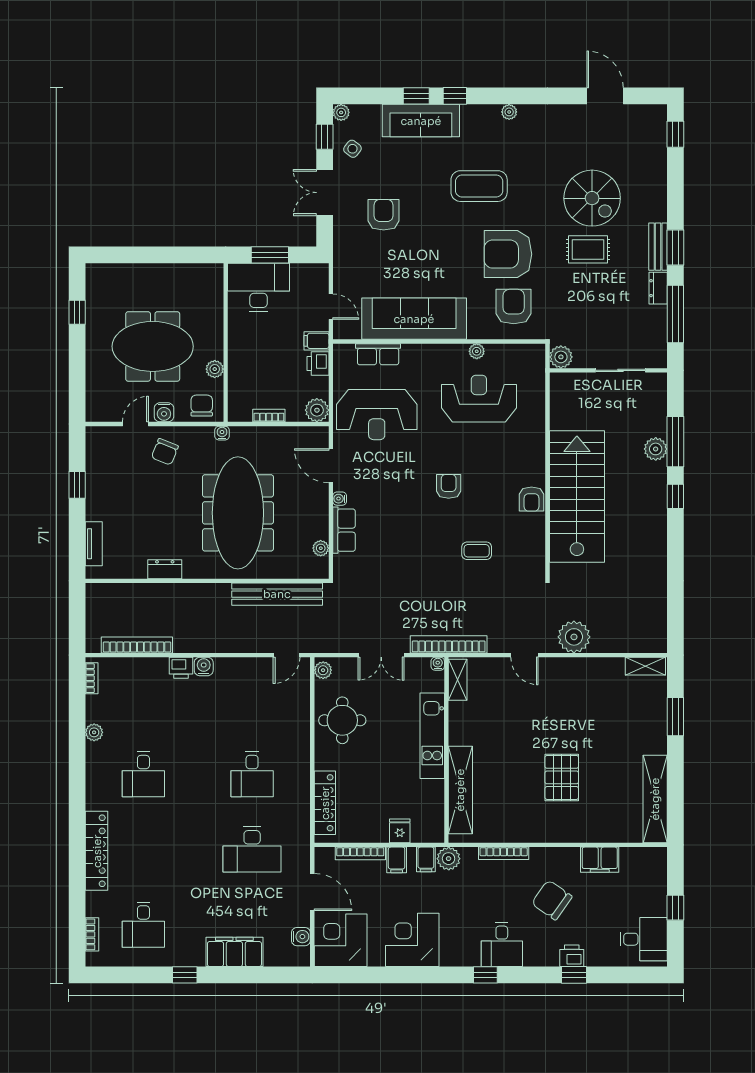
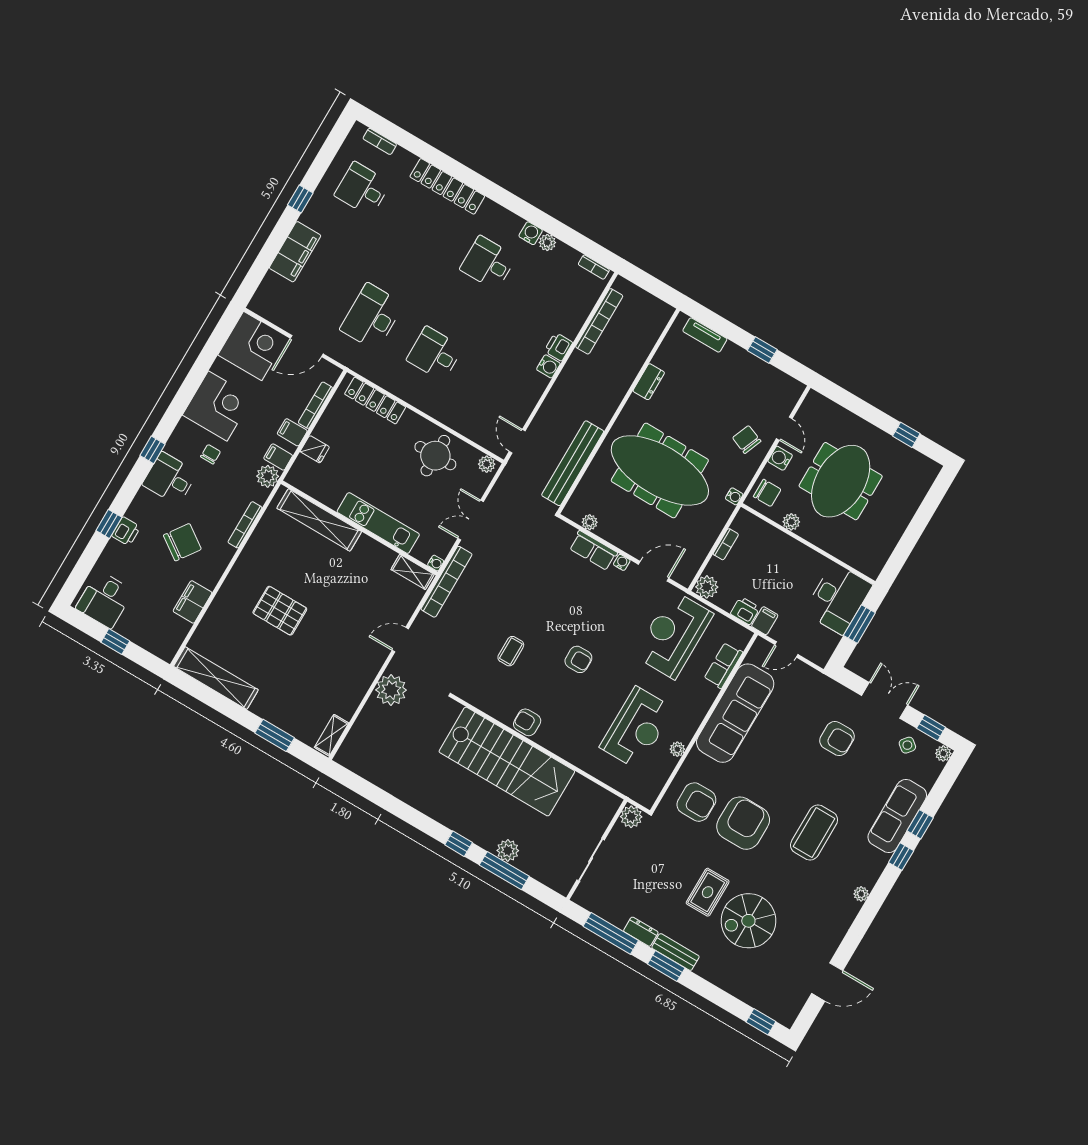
chair: (459, 921) -> (211, 454), added
water cooler: (301, 937) -> (531, 233), moved, turned 180

